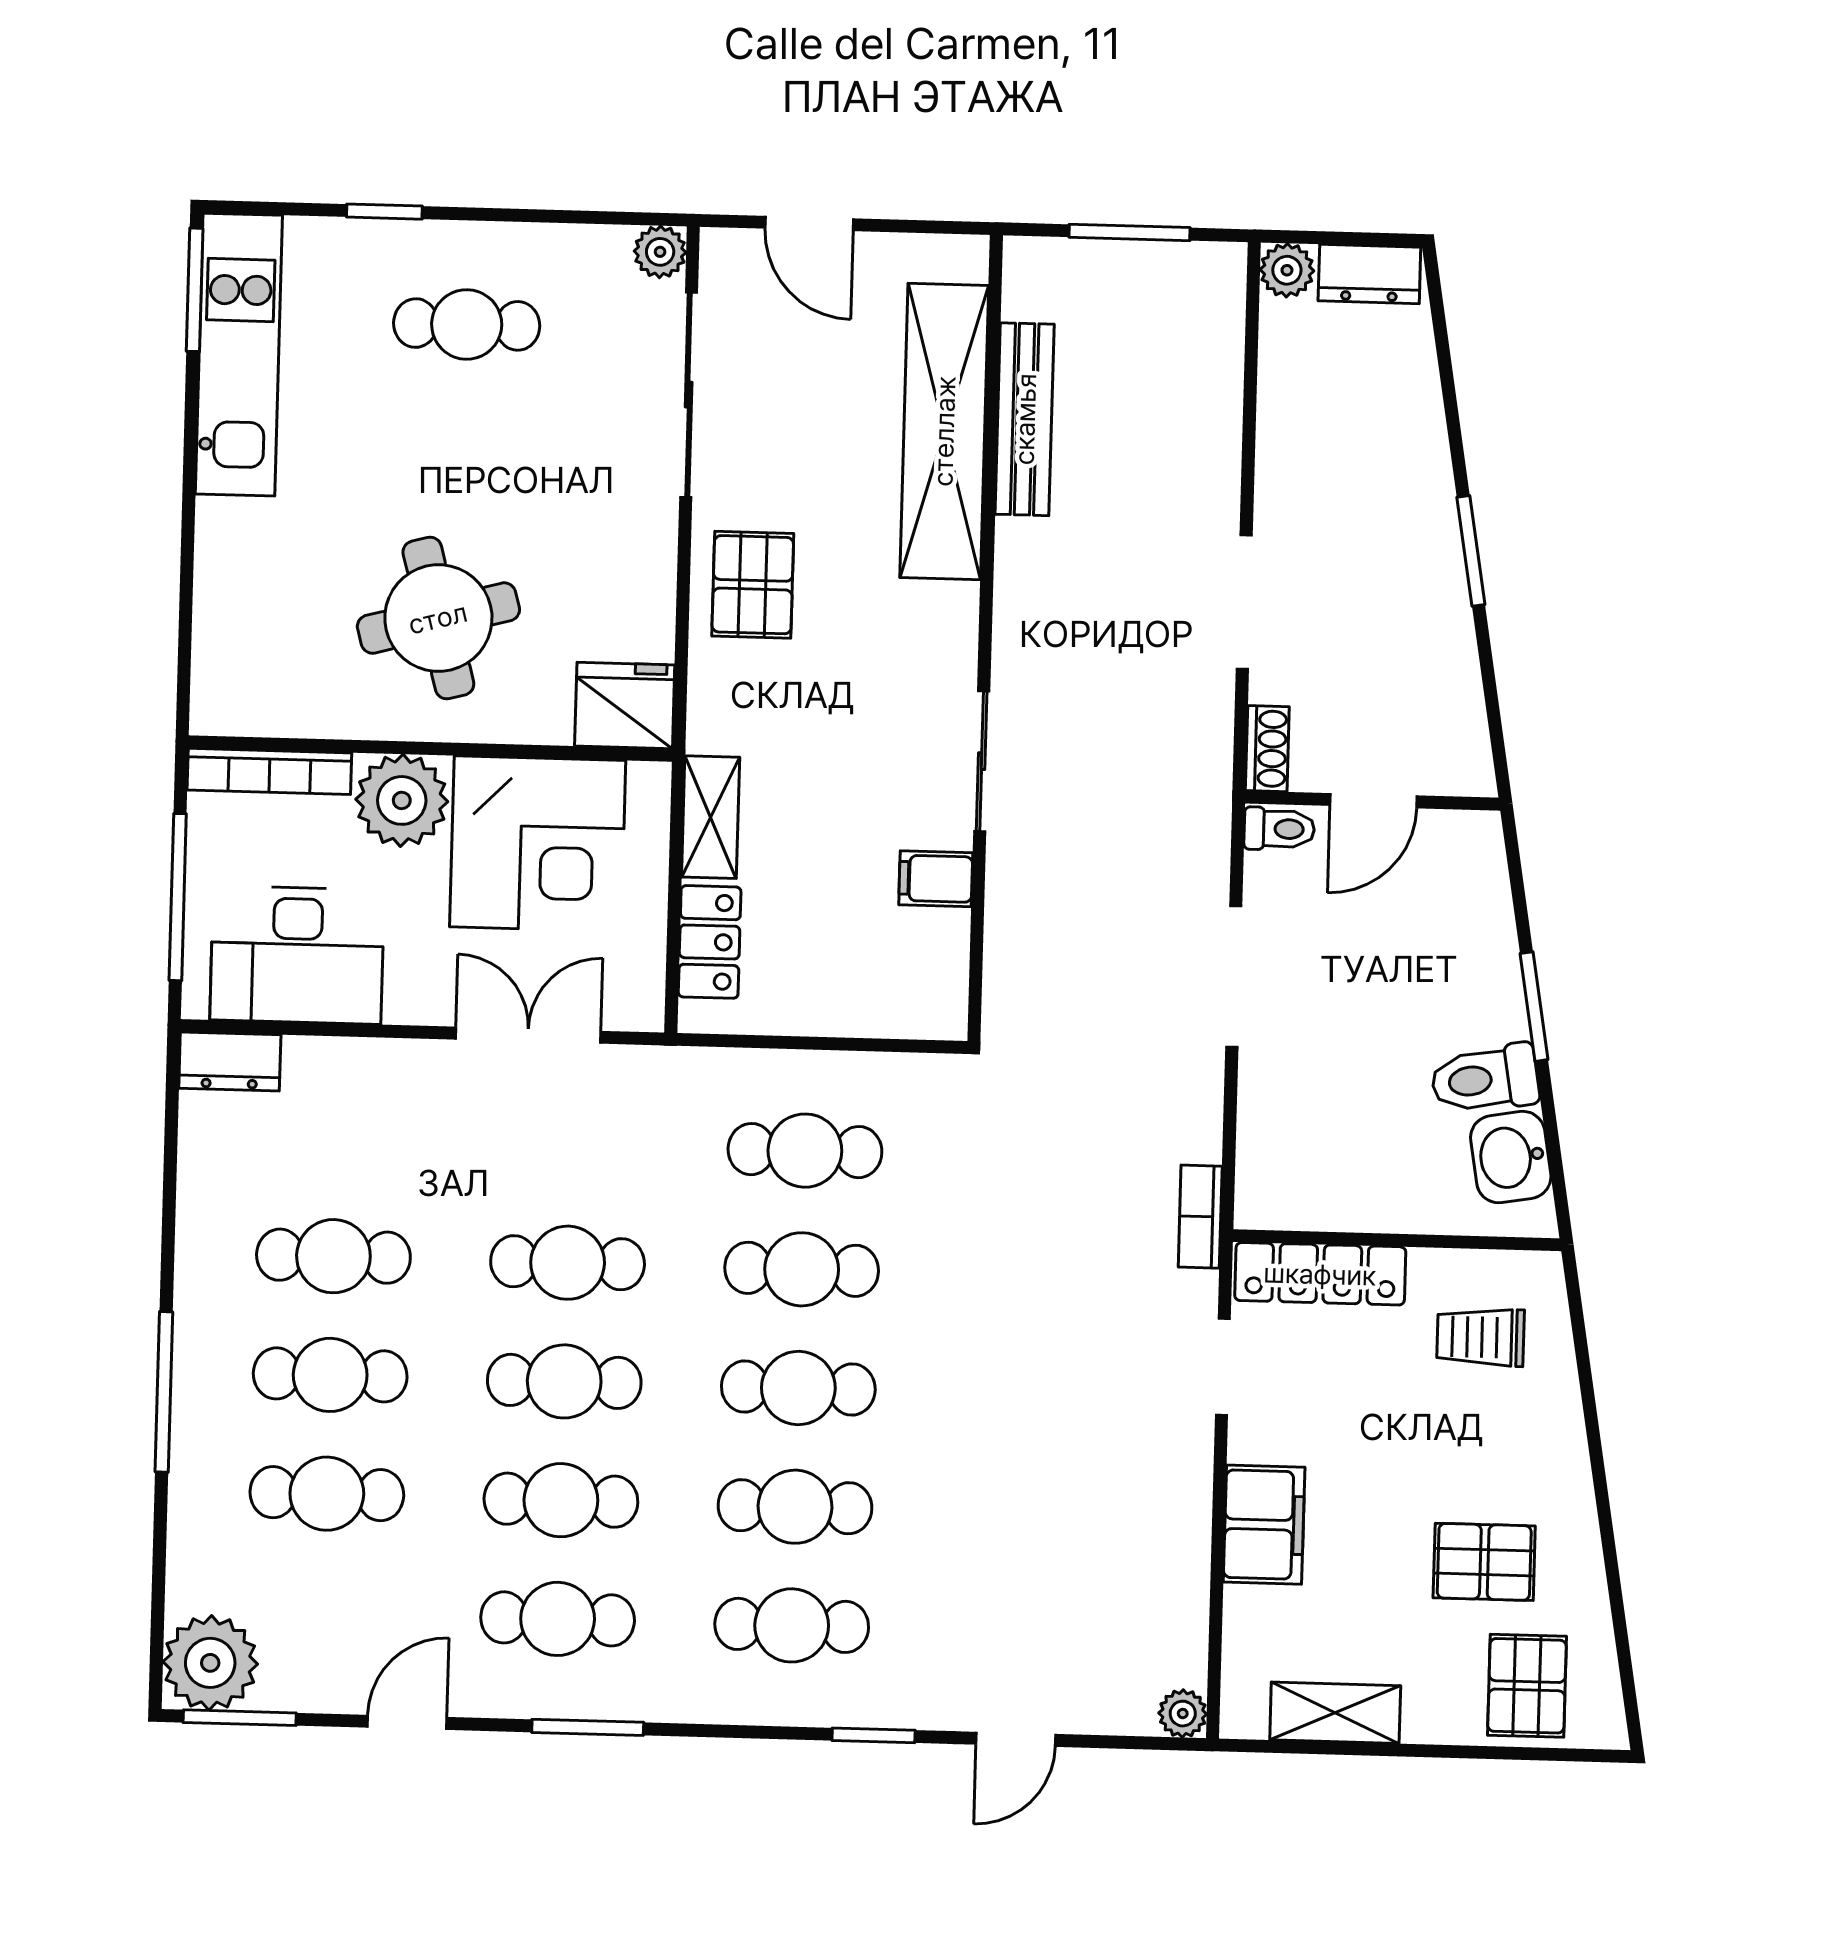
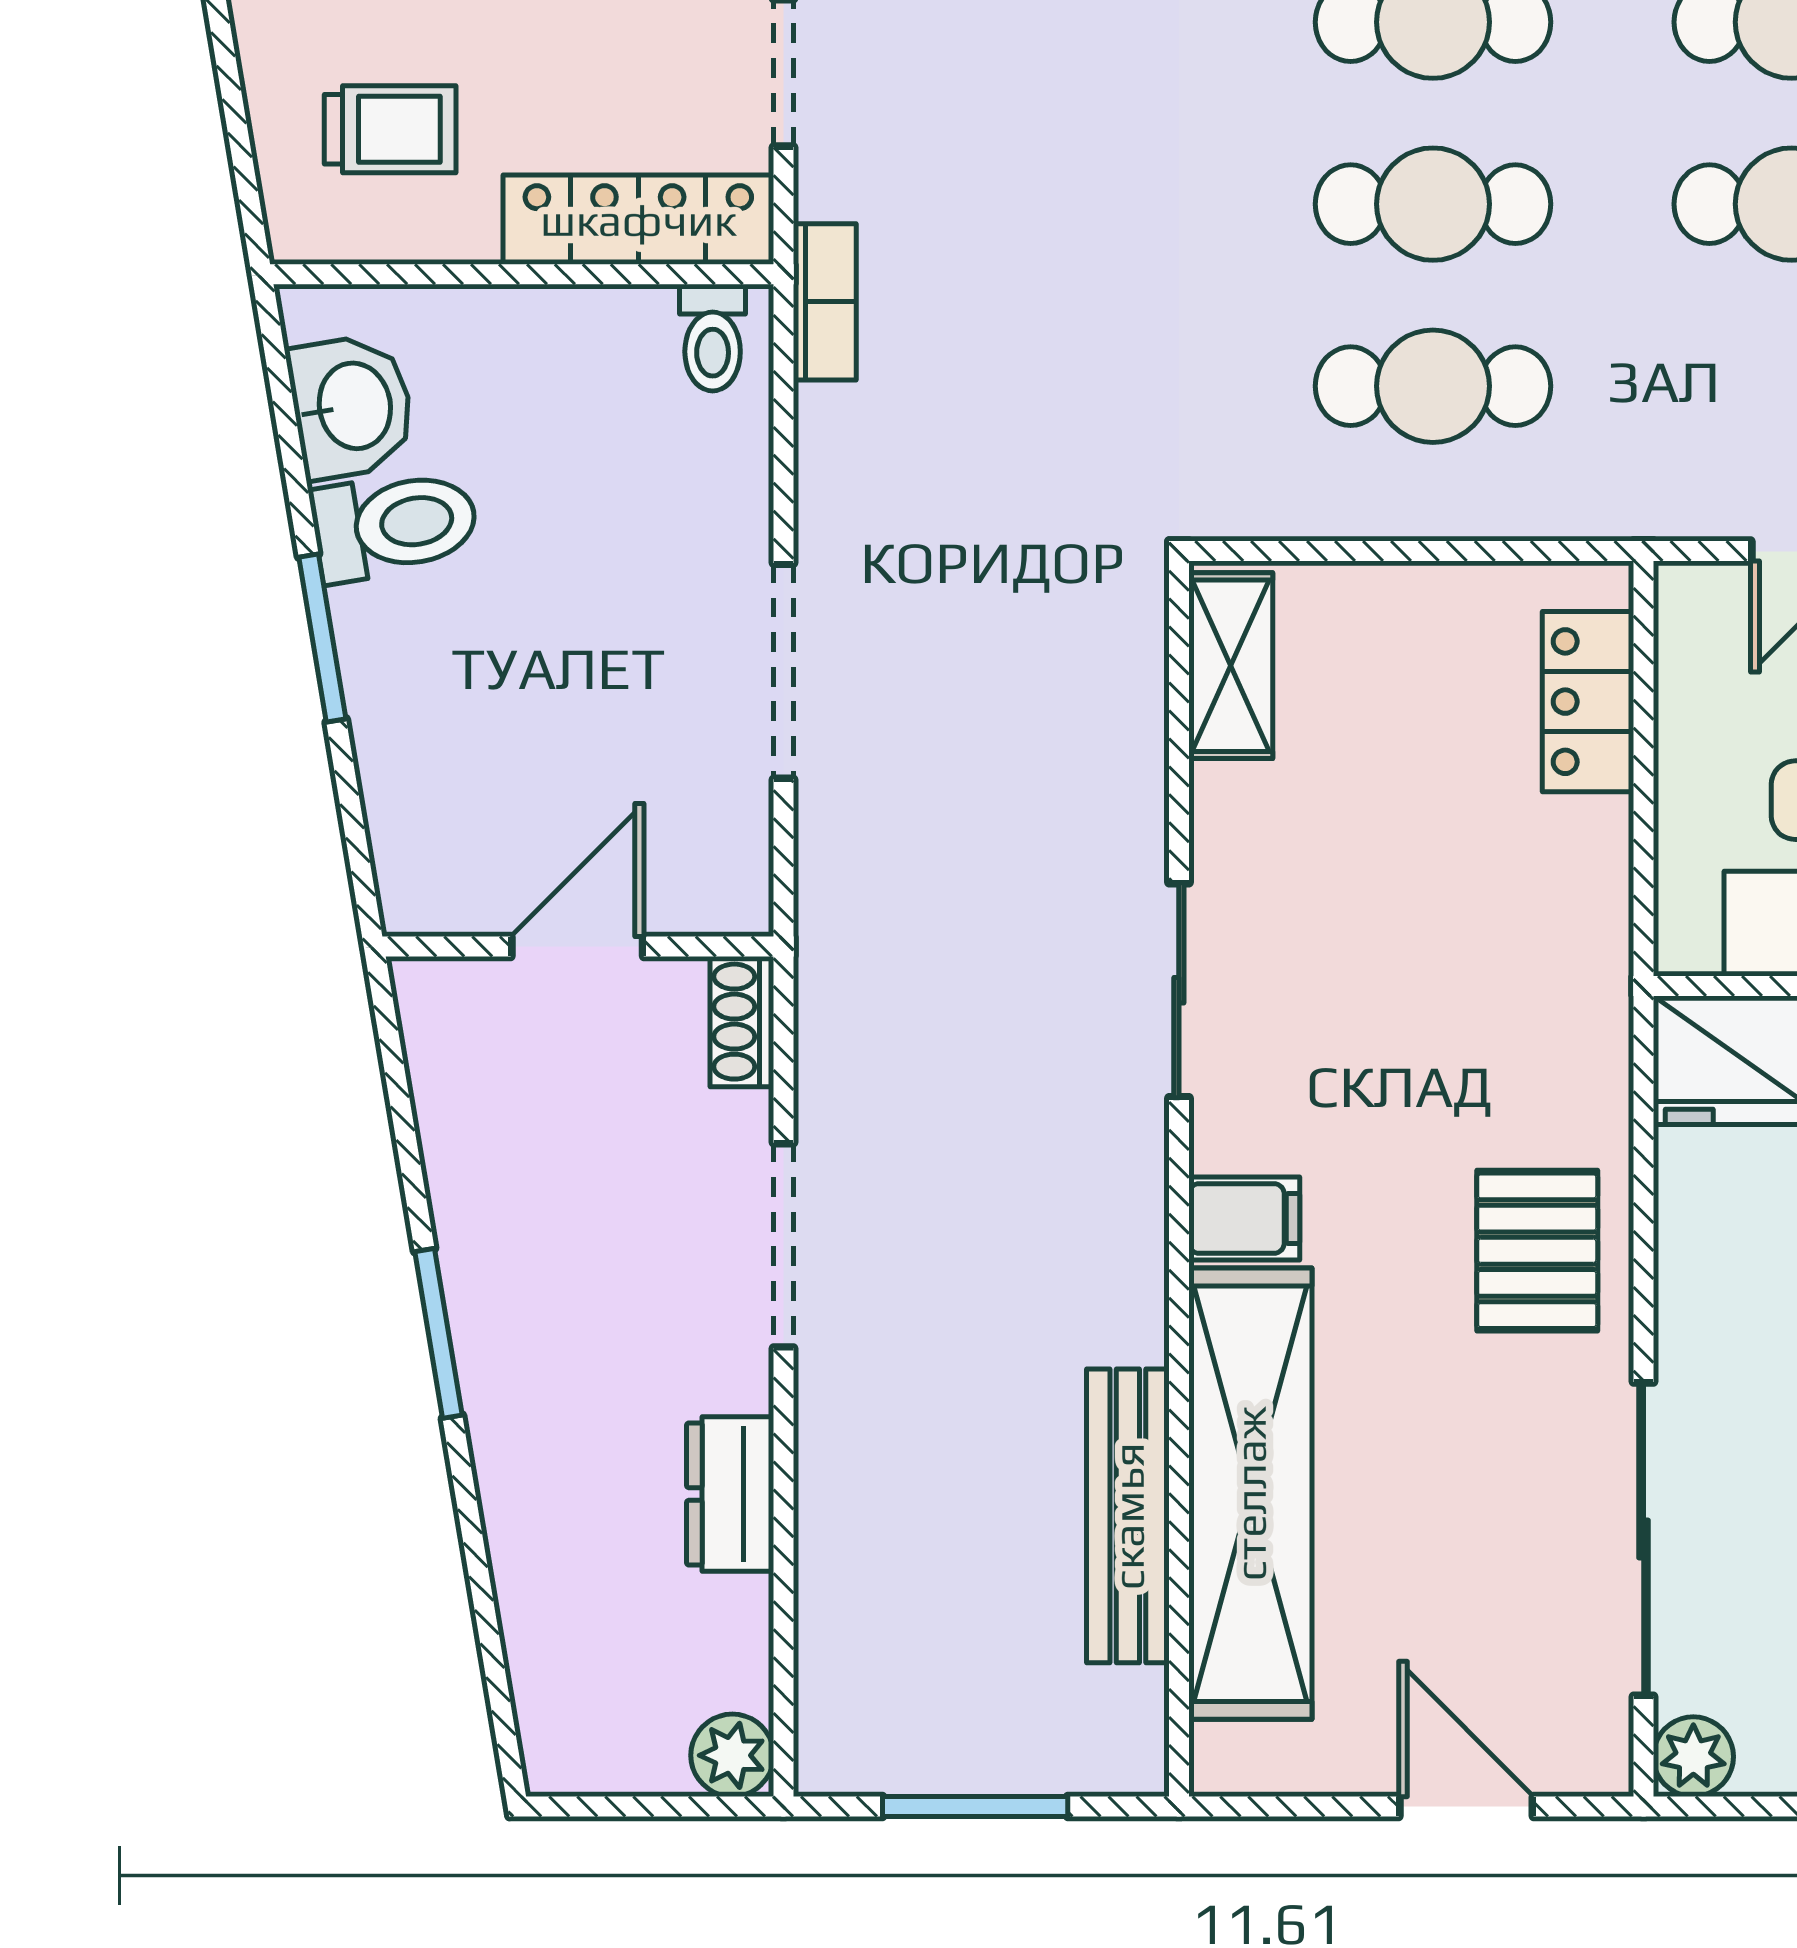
dresser: (1369, 274) -> (730, 1494), moved, turned -90
shelving: (711, 817) -> (1231, 666), moved
toilet: (1279, 829) -> (713, 338), moved, turned -90
filing cabinet: (936, 879) -> (1244, 1218), moved

